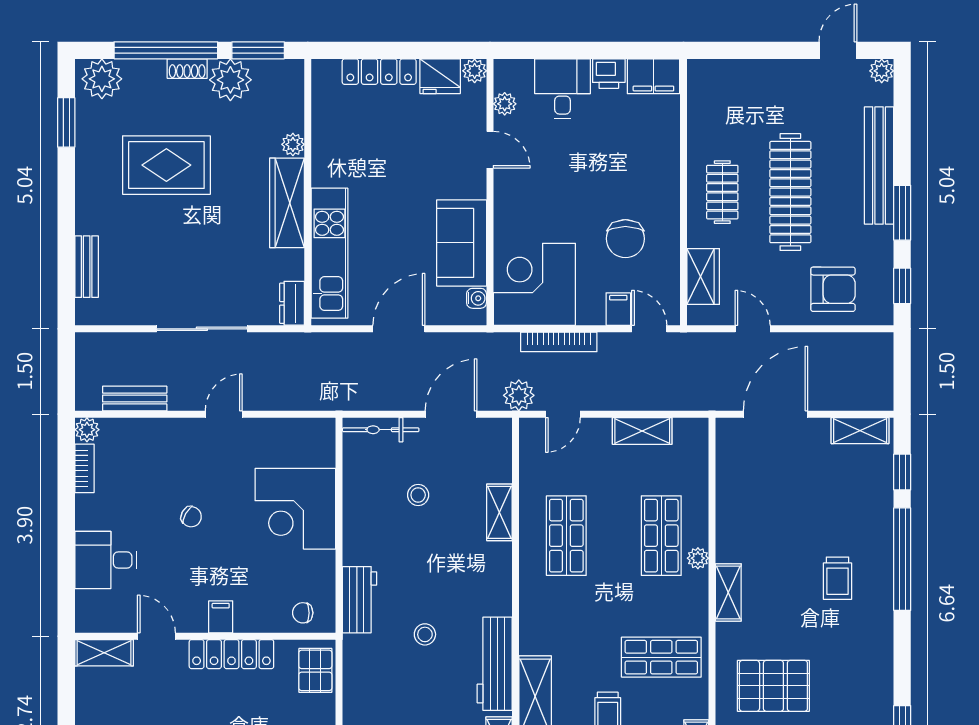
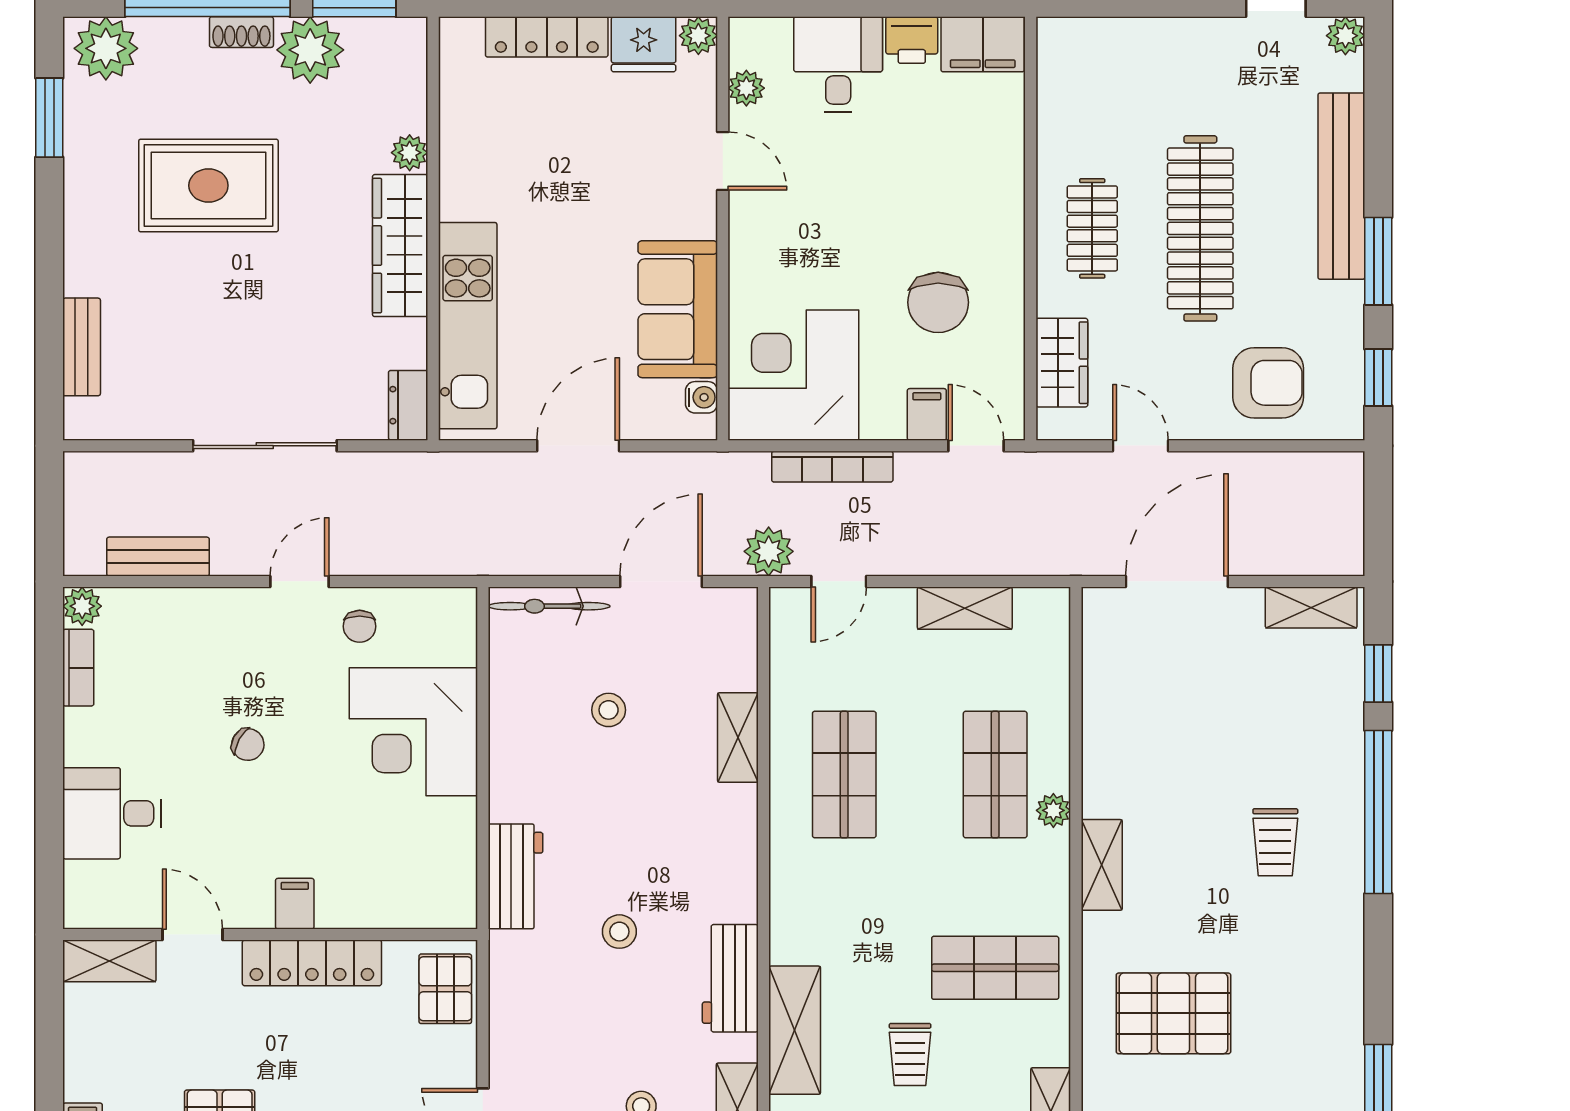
chair: (303, 613) -> (360, 626), moved, turned -90
workbench: (495, 664) -> (730, 978), width x0.73

